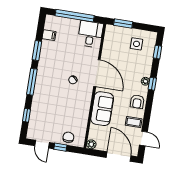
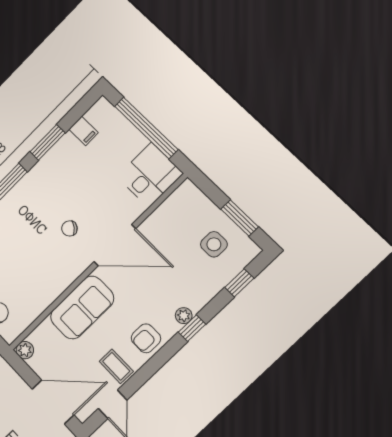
window: (123, 24) -> (240, 218), moved
door: (97, 73) -> (115, 245), hinge flipped
door: (119, 157) -> (53, 402), hinge flipped

